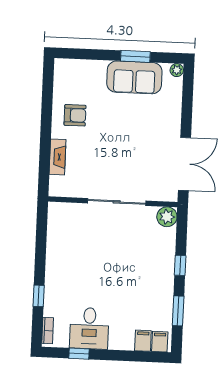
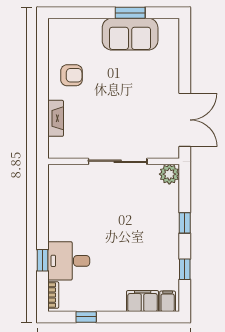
plant: (177, 70) -> (173, 25), removed
window: (178, 311) -> (185, 269), width x0.67
desk: (89, 328) -> (69, 261), moved, turned 90
filing cabinet: (143, 341) -> (143, 301), width x2.00

